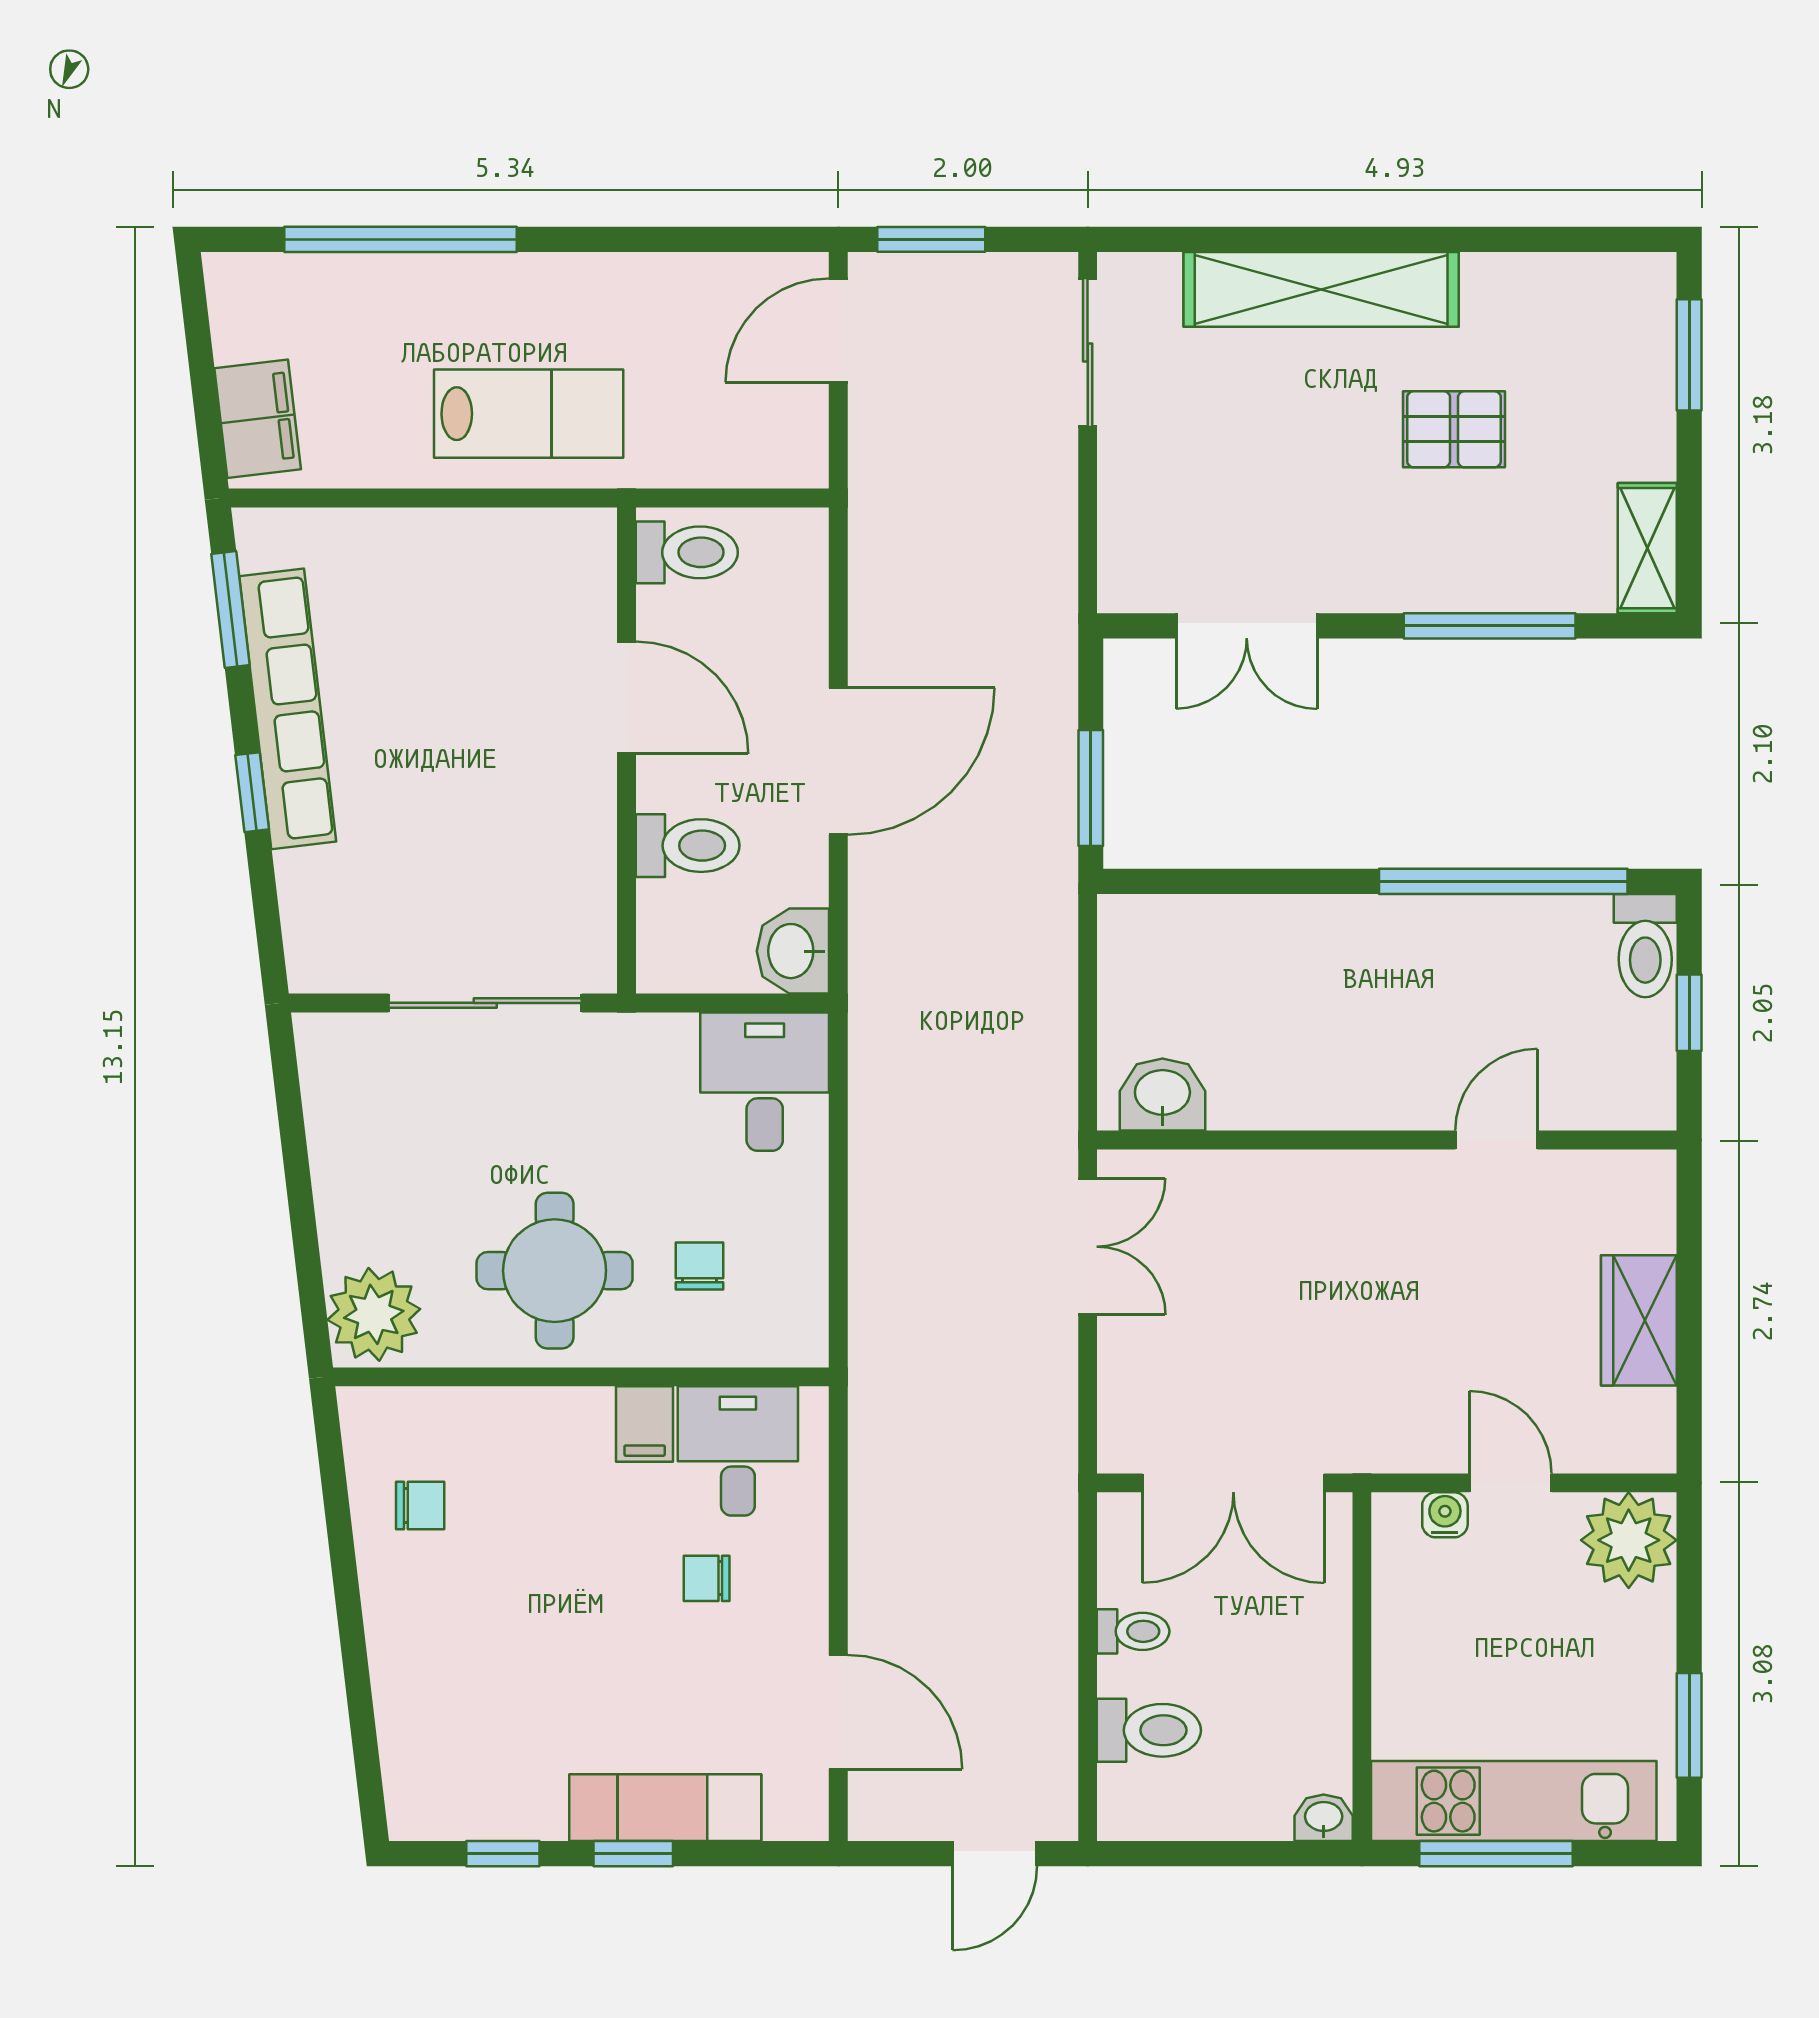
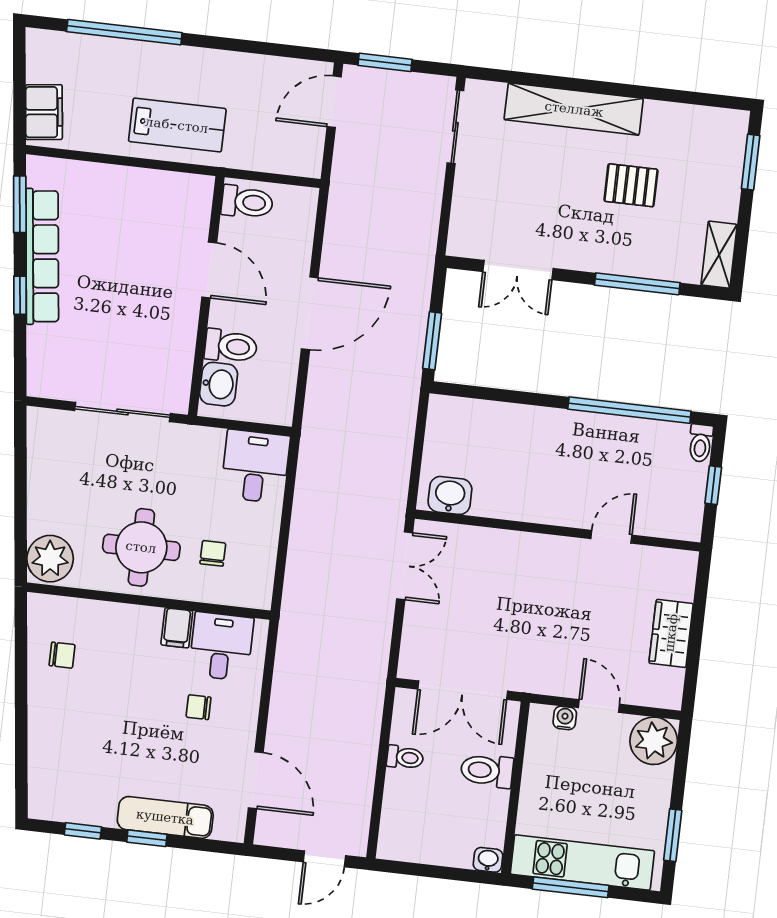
toilet: (1645, 946) -> (701, 443), width x0.73, depth x0.72
washbasin: (793, 951) -> (219, 384), moved, turned 180
toilet: (1149, 1730) -> (487, 771), moved, turned 180

